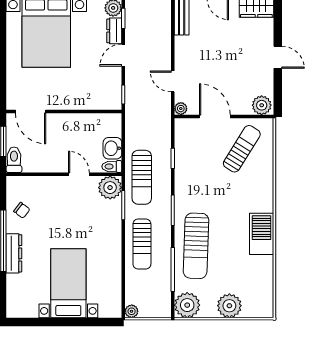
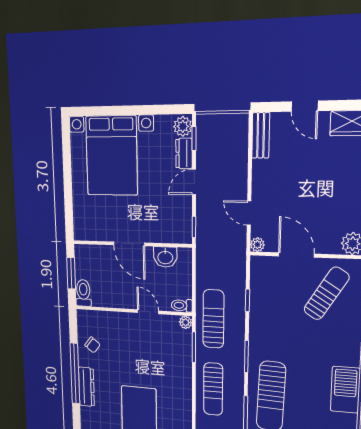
door: (31, 112) -> (129, 244), moved
washbasin: (112, 148) -> (165, 257), moved, turned -90
sun lounger: (142, 177) -> (213, 319), turned 180
plant: (110, 188) -> (186, 322), width x0.53, depth x0.53

